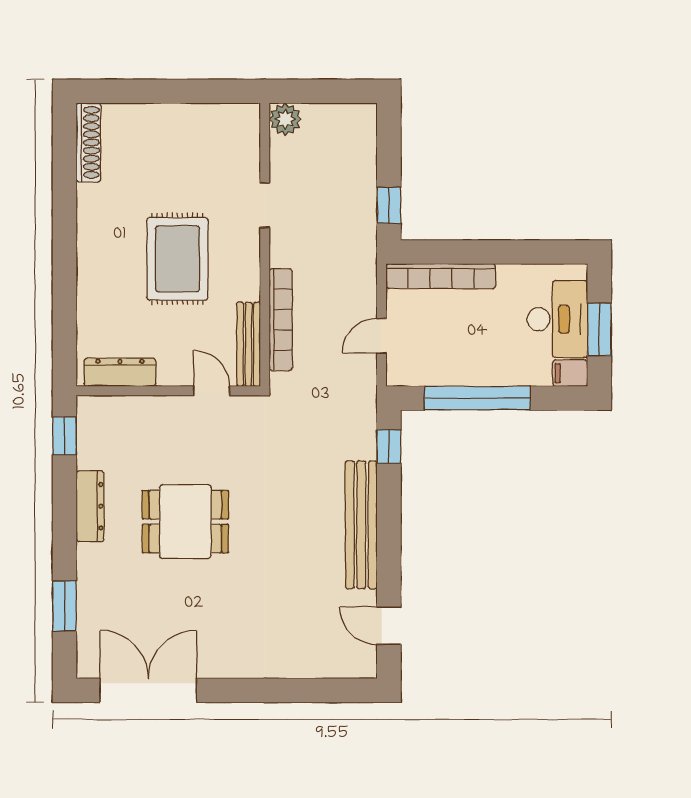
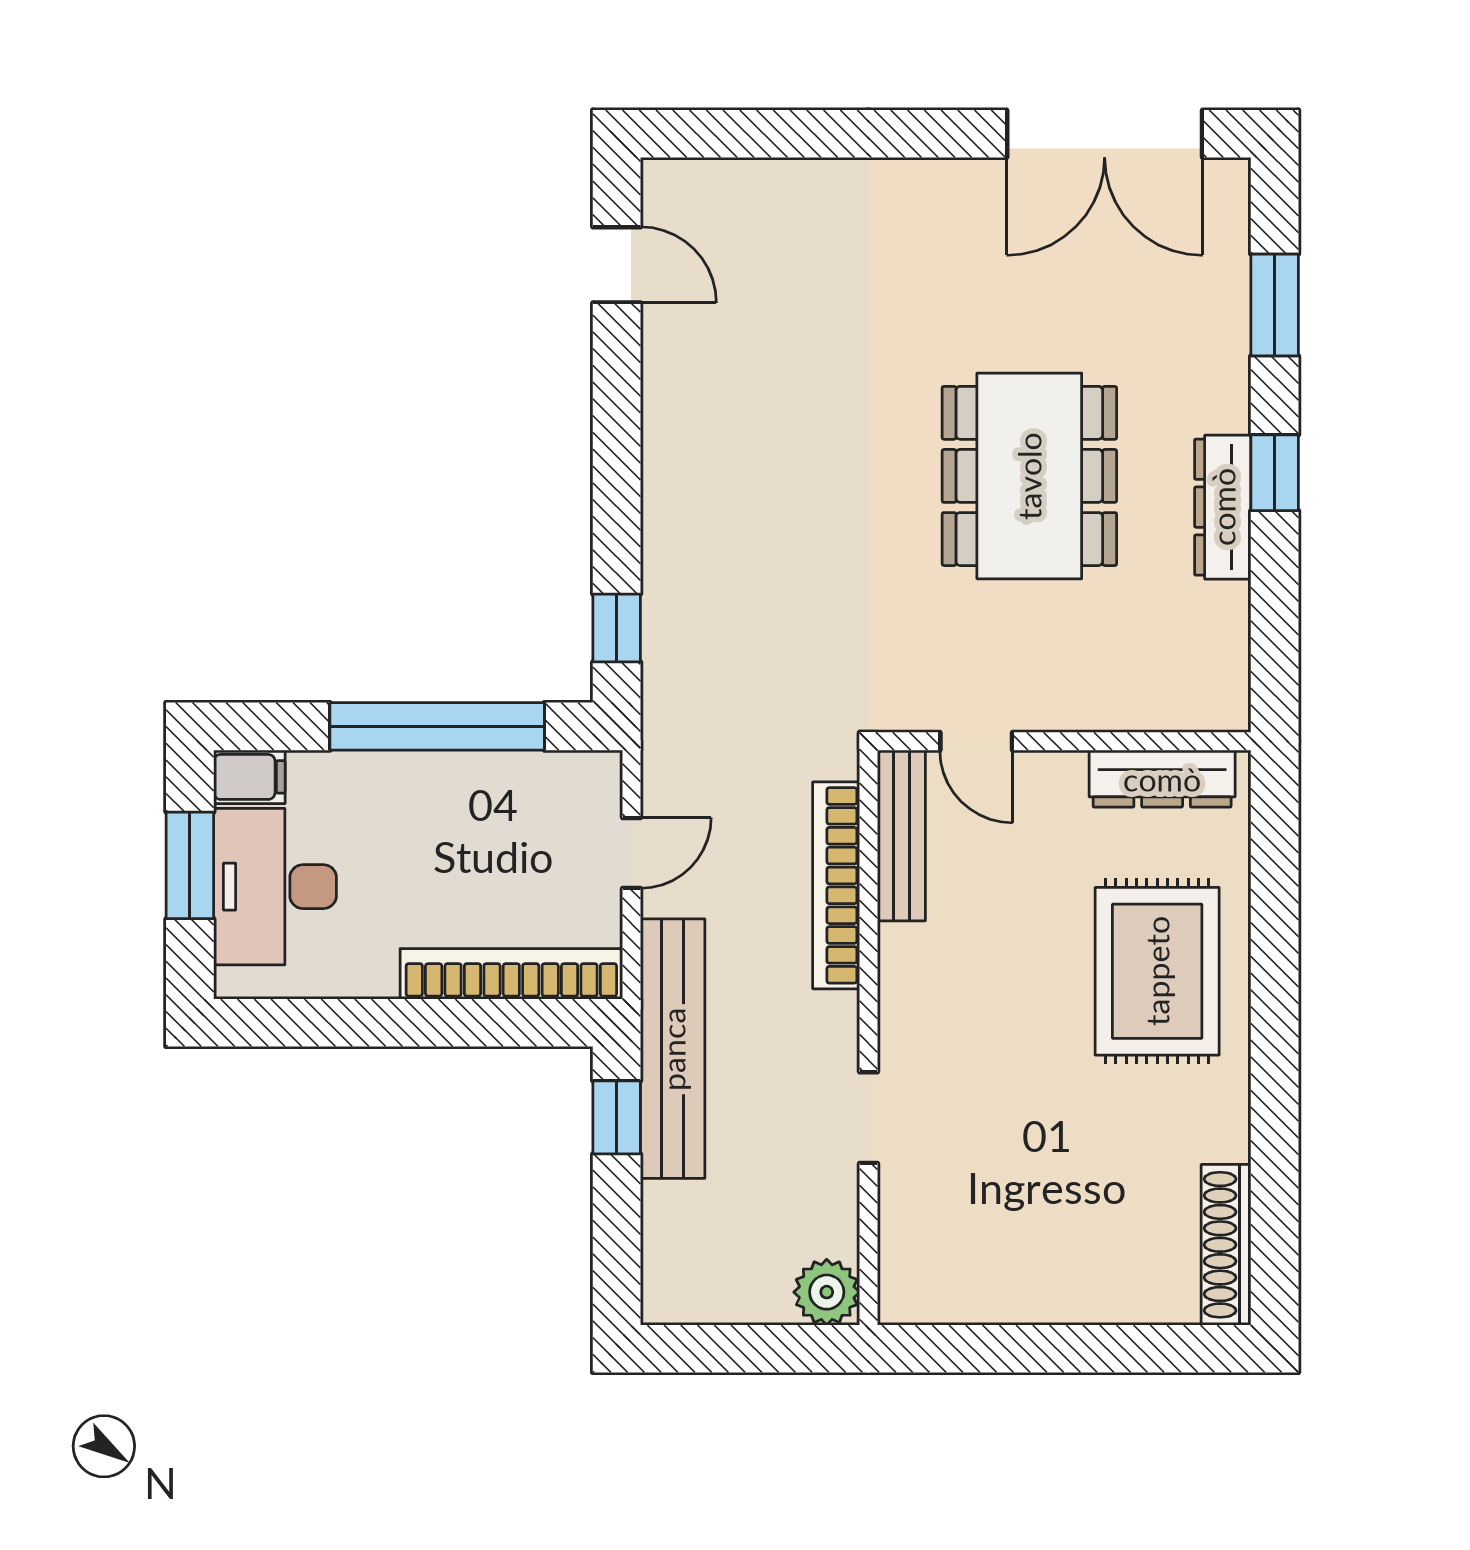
rug: (177, 259) -> (1157, 971), moved
window: (64, 436) -> (1275, 473), moved
dining table: (185, 522) -> (1029, 476), width x1.38
bench: (361, 525) -> (673, 1049), moved

